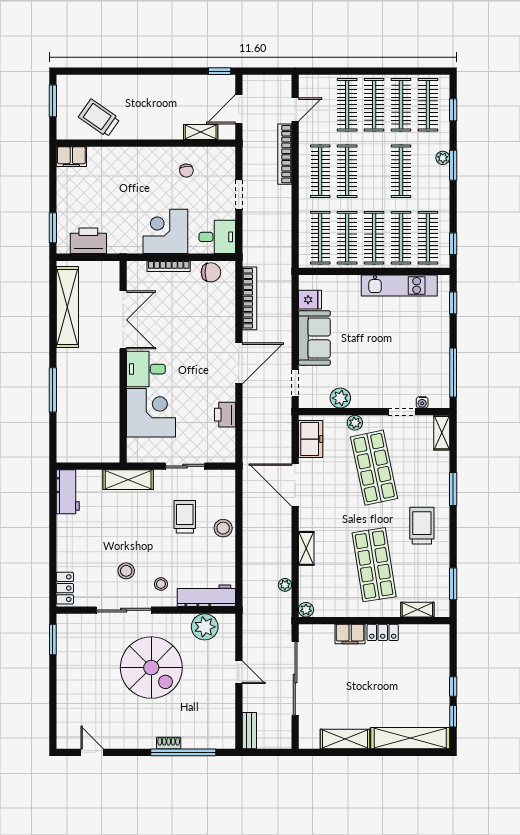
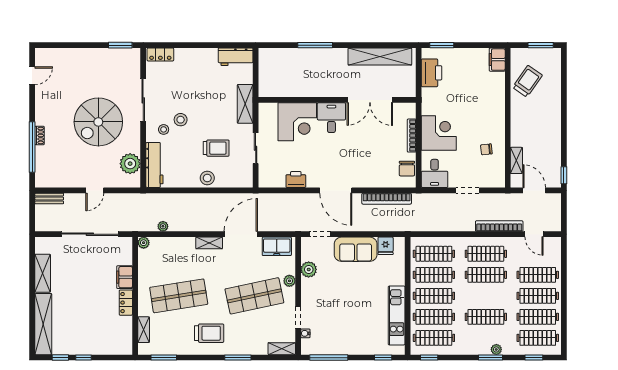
shelving: (306, 548) -> (209, 243), moved
stool: (126, 571) -> (181, 120), moved

